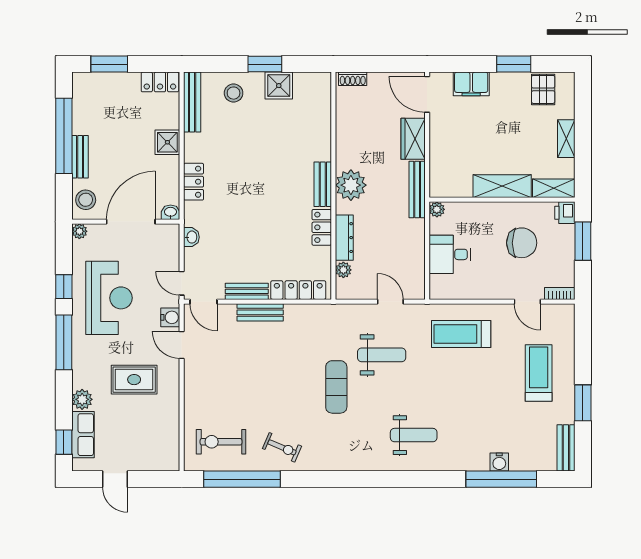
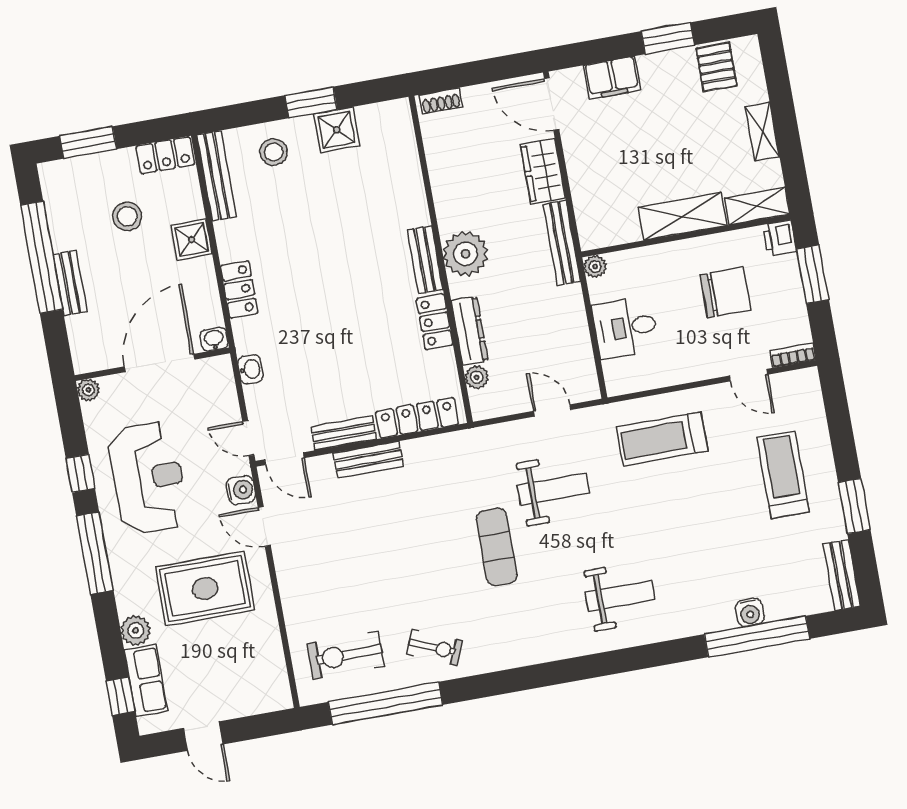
stool: (86, 200) -> (127, 216), moved
rug: (134, 380) -> (205, 588), width x1.36, depth x1.43

